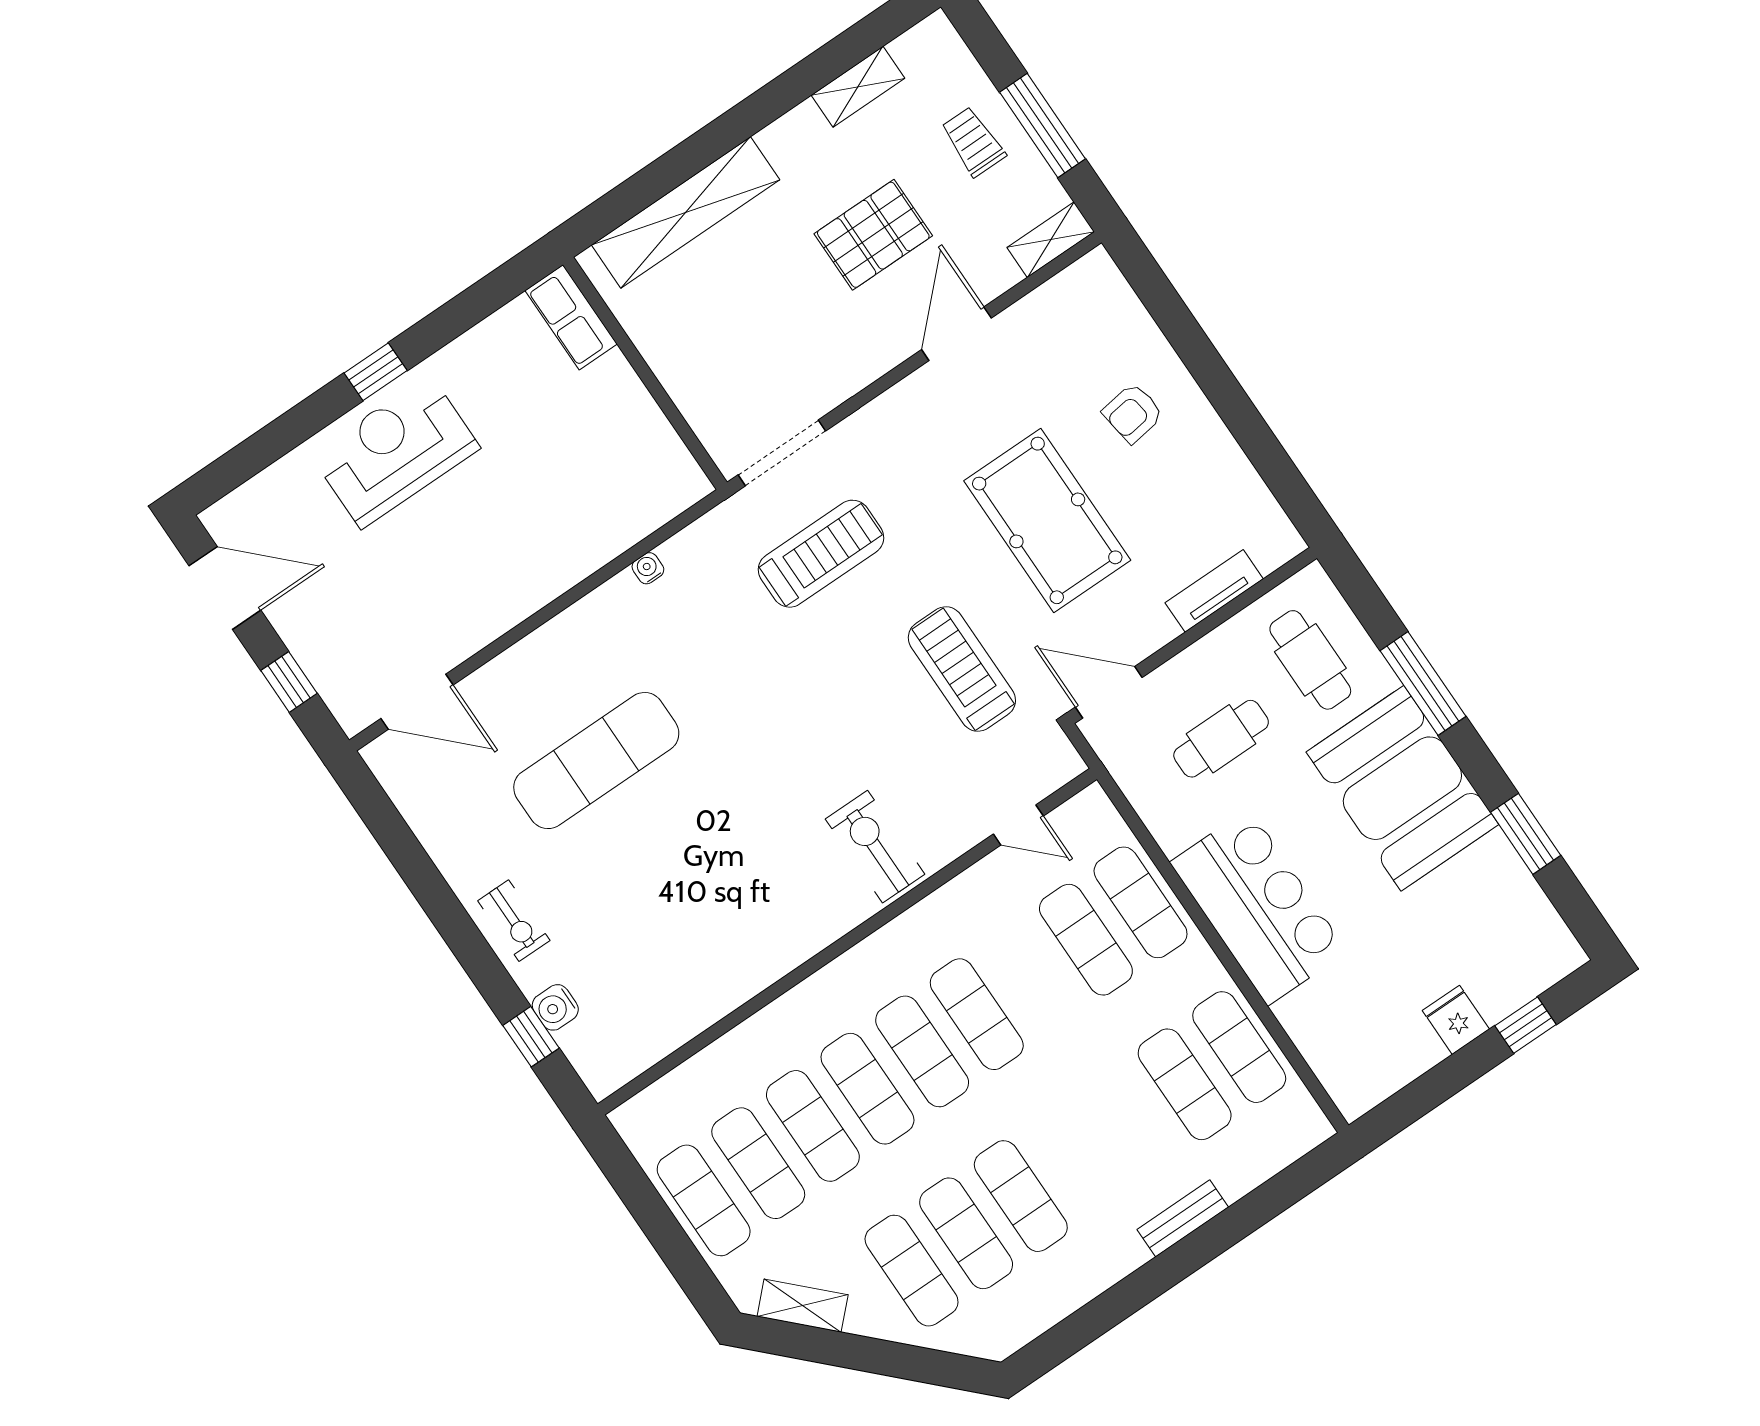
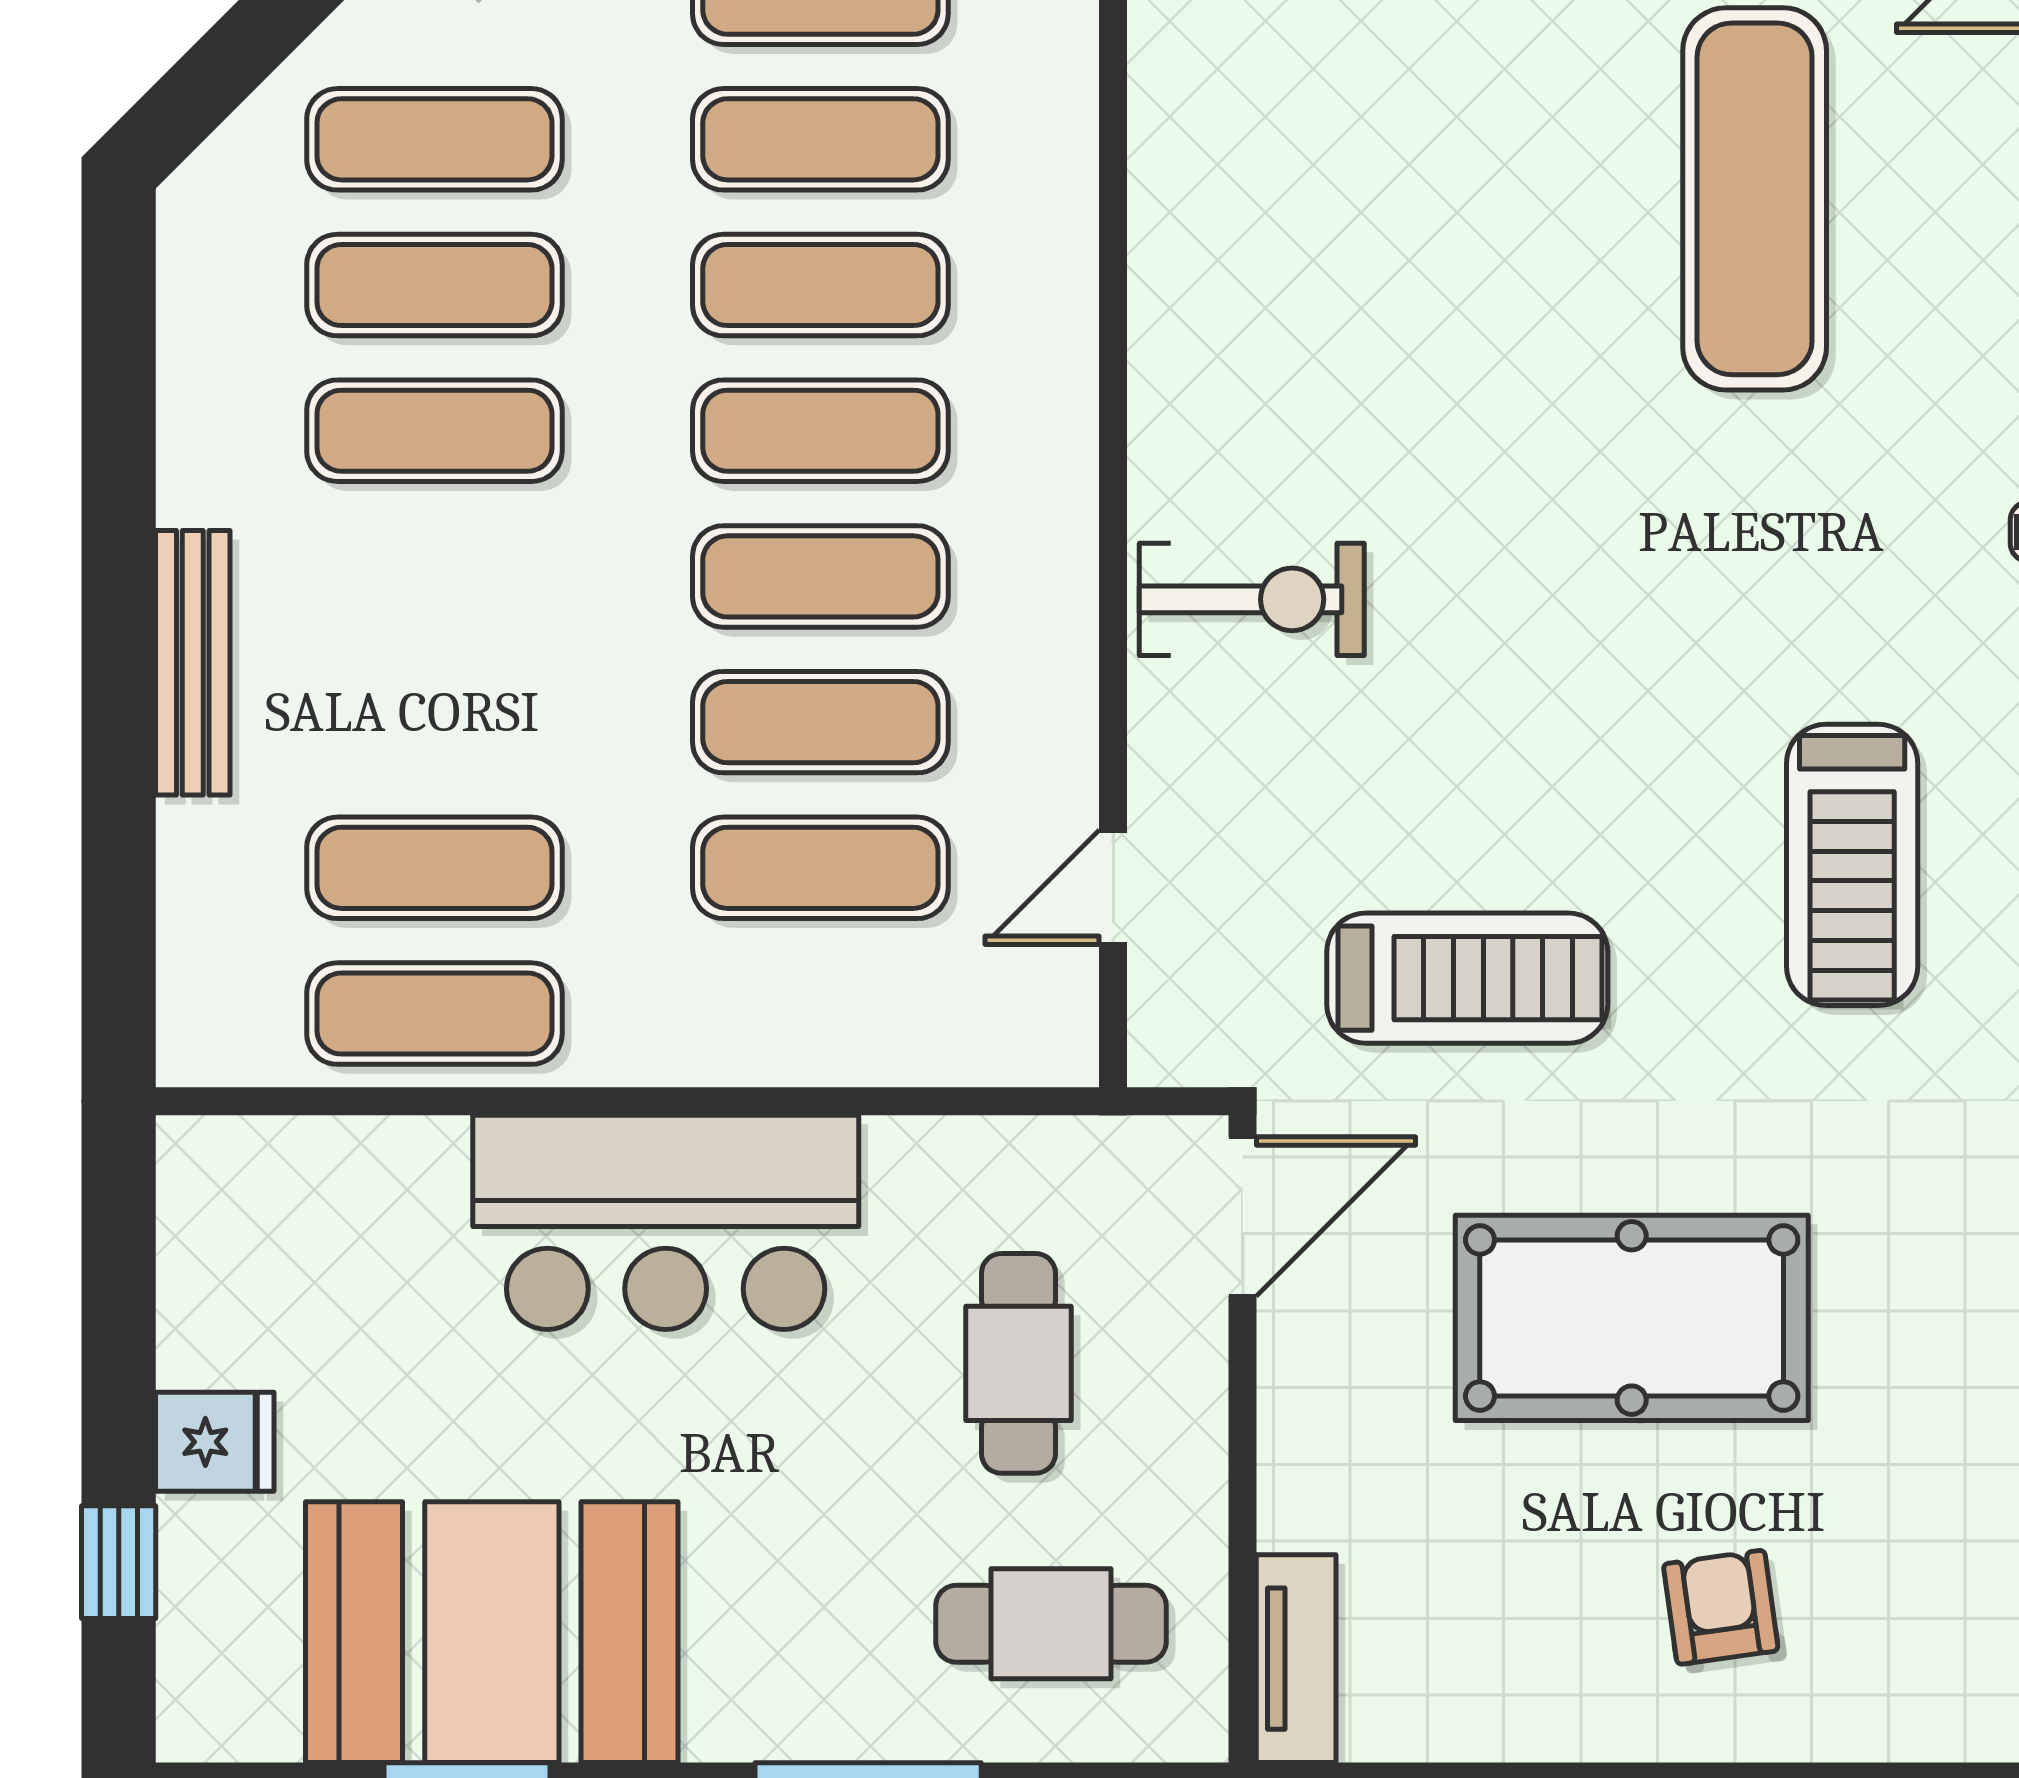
tv unit: (1214, 591) -> (1296, 1659), moved
booth: (1402, 788) -> (492, 1632), moved
exercise mat: (1141, 902) -> (820, 722), moved
bench: (1183, 1218) -> (193, 663), width x1.36

